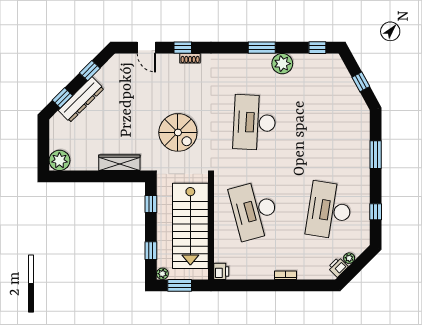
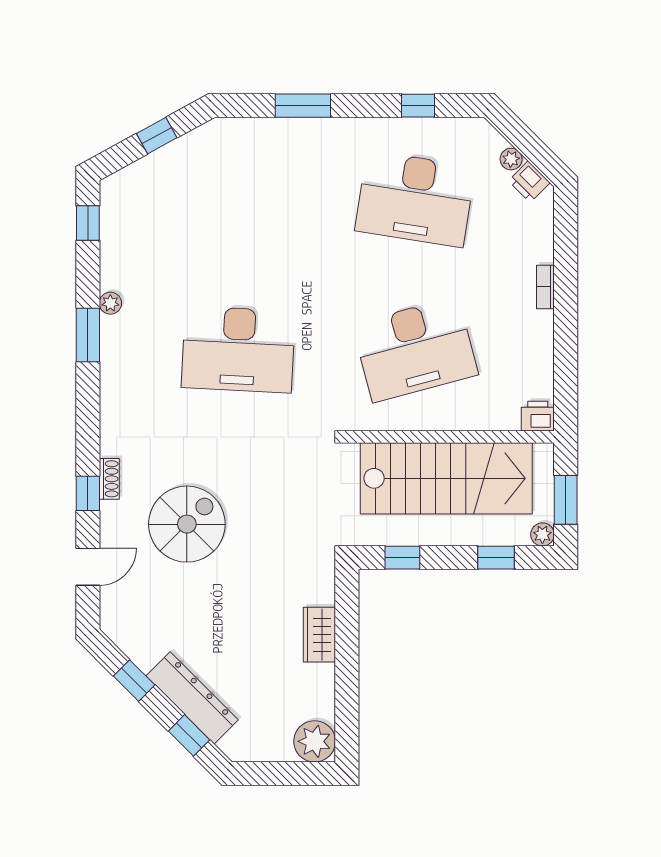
plant: (282, 64) -> (110, 303), width x0.53, depth x0.53
spiral stairs: (178, 132) -> (187, 524), moved
wardrobe: (119, 163) -> (319, 635), width x0.67

